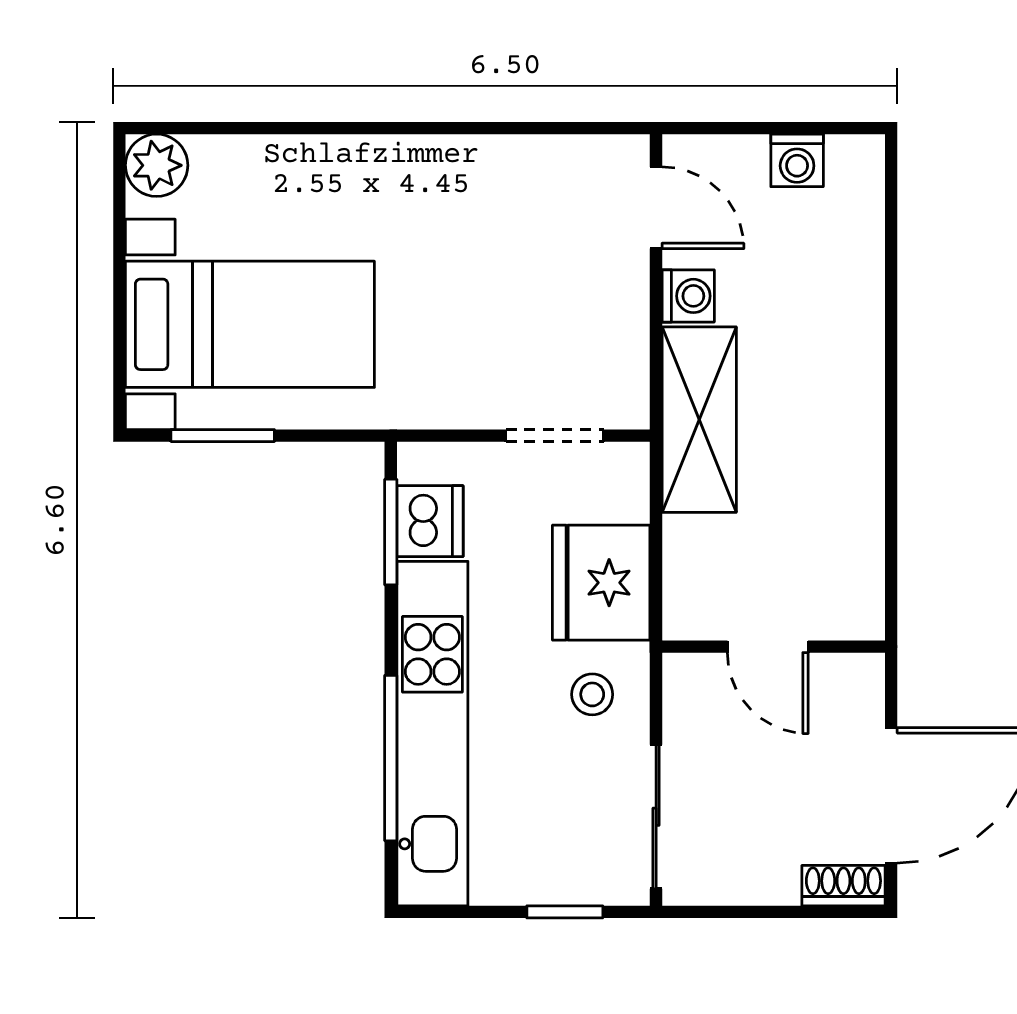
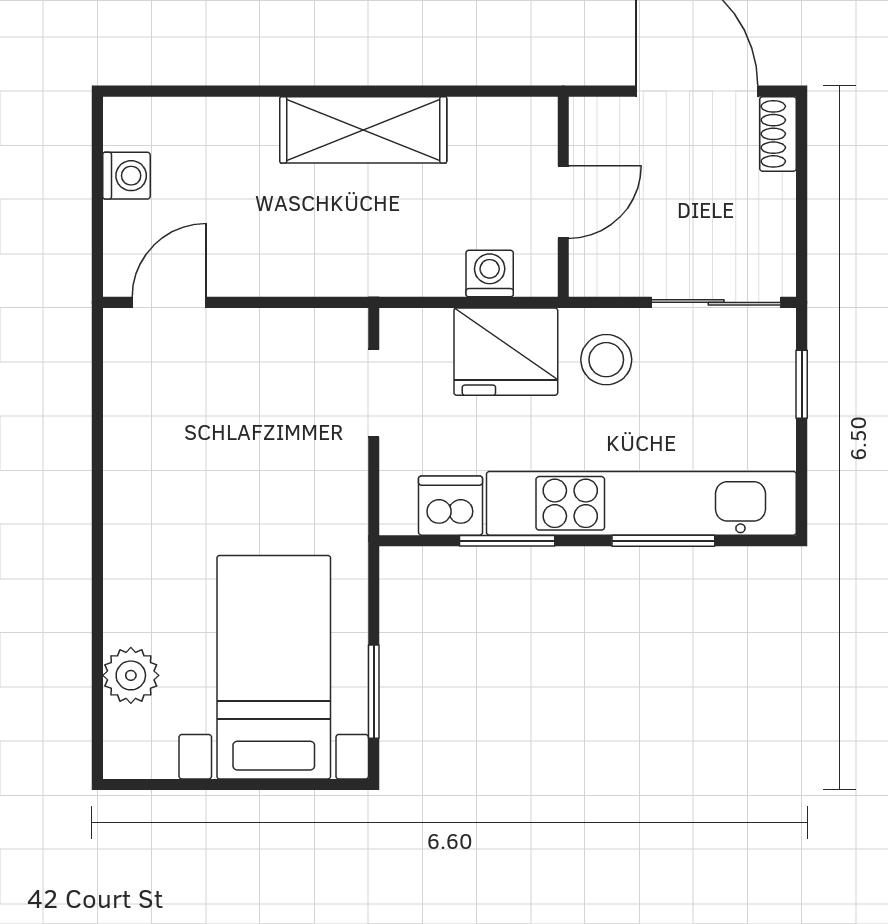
plant: (157, 165) -> (131, 675), moved
washing machine: (688, 296) -> (490, 273), moved
shelving: (699, 420) -> (363, 130), moved
window: (391, 532) -> (507, 541), moved
stool: (592, 694) -> (606, 360), width x1.37, depth x1.37
window: (391, 758) -> (663, 541), width x0.69

